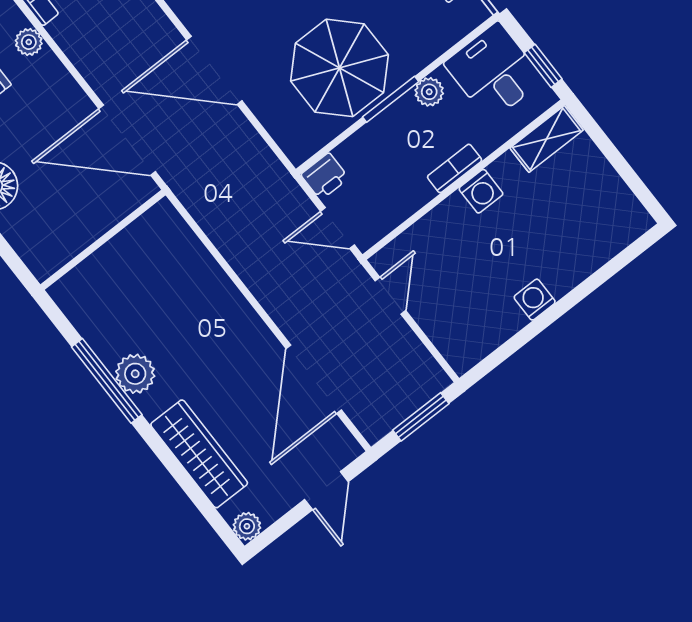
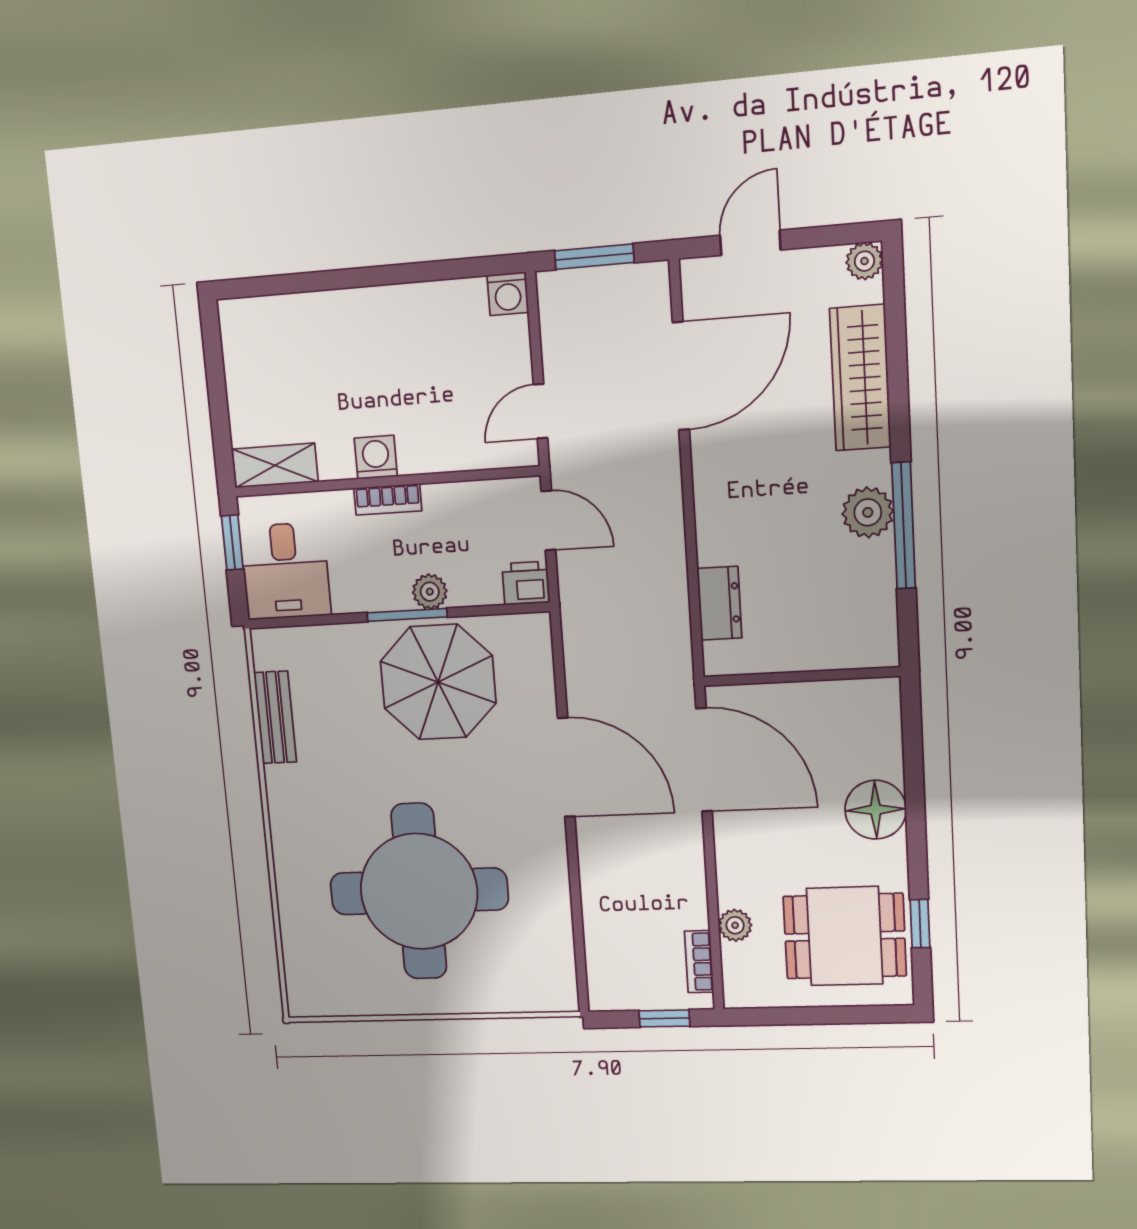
plant: (429, 92) -> (430, 592), moved
dresser: (189, 251) -> (719, 603), added
washing machine: (535, 300) -> (508, 294), moved

